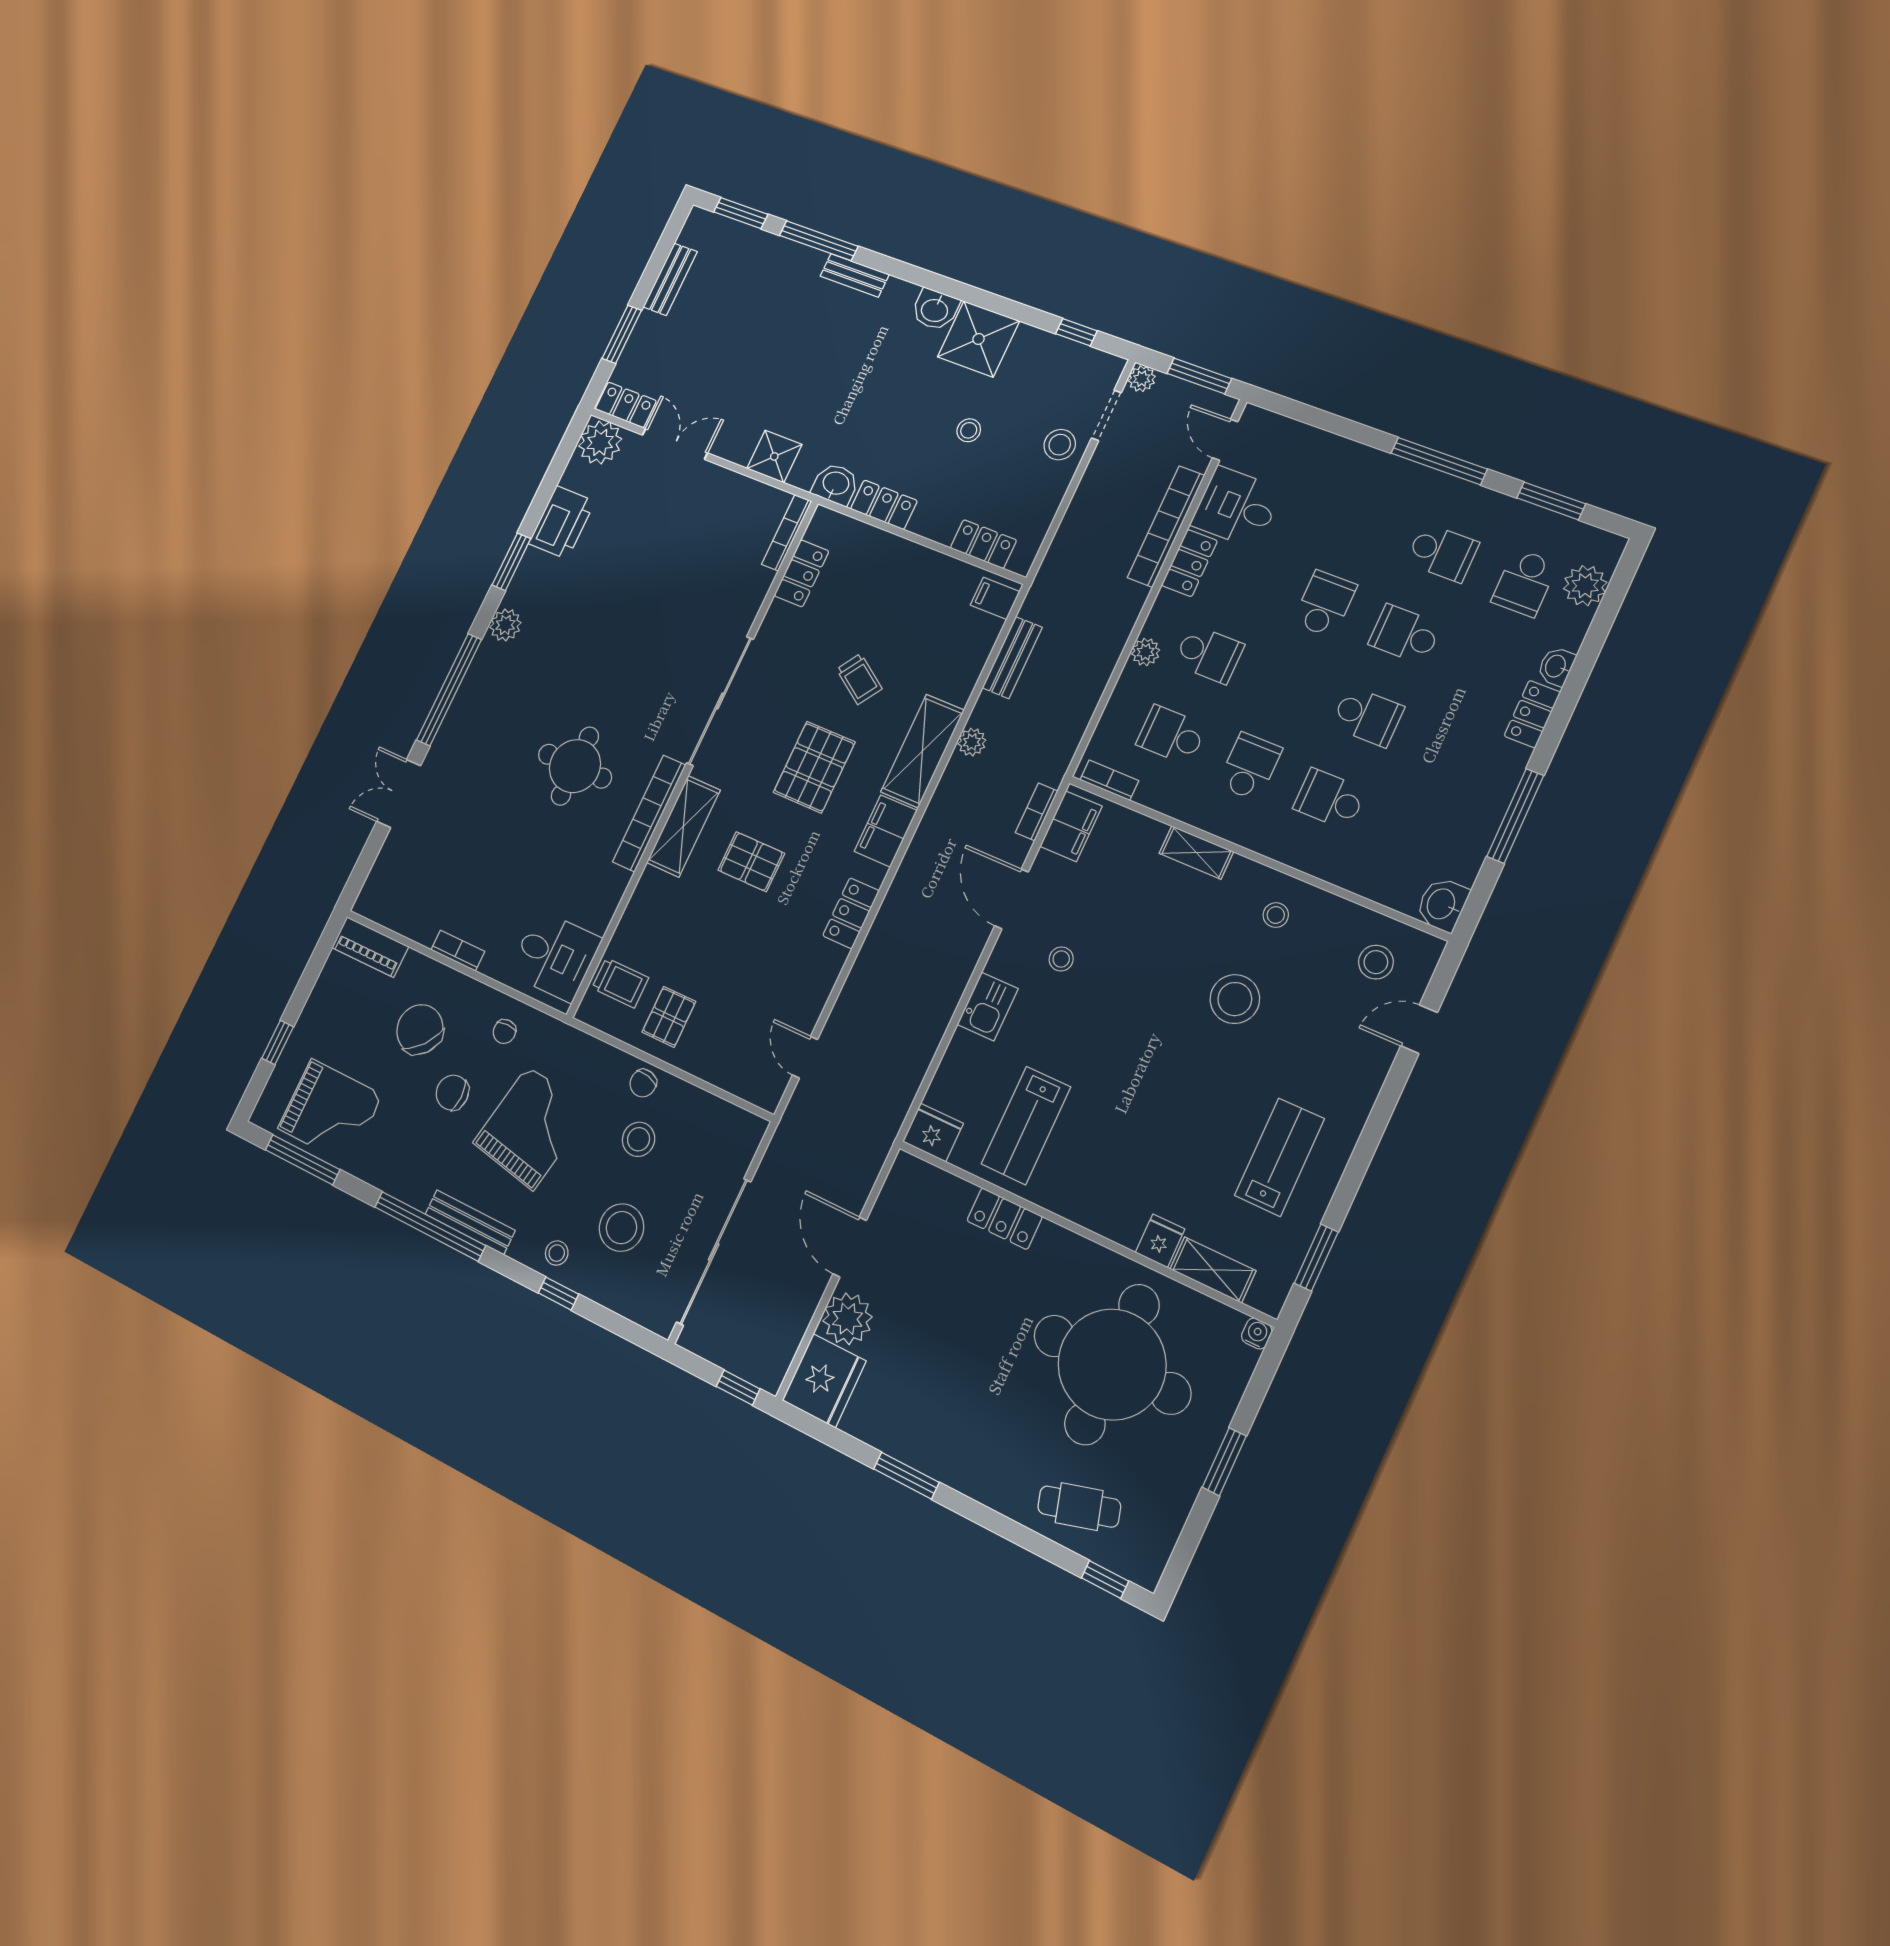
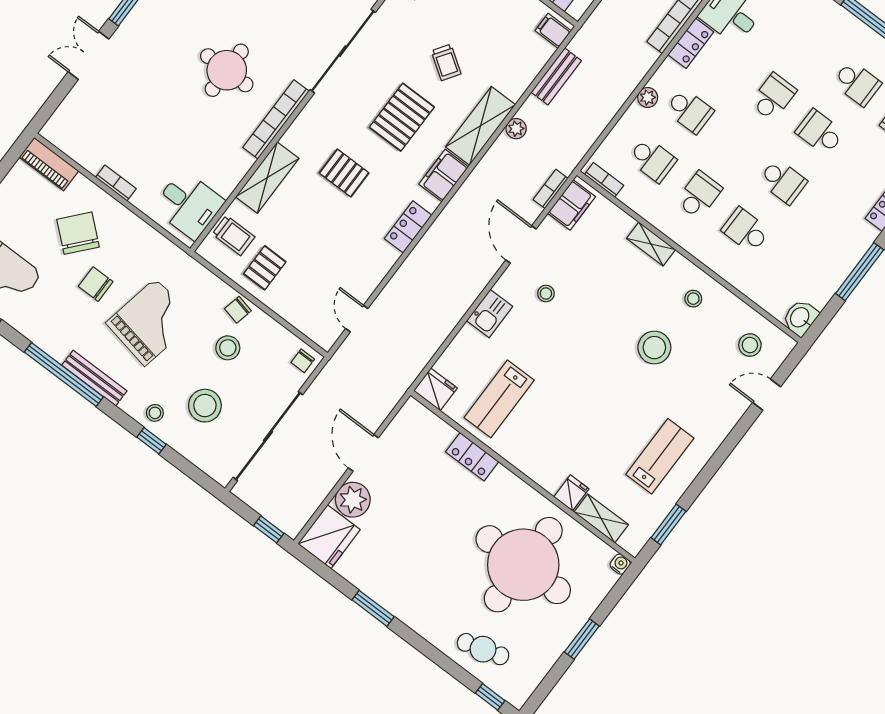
school desk: (1171, 735) -> (652, 160), turned 180
shelving: (683, 826) -> (267, 178), moved
chair: (504, 1032) -> (303, 361), moved

